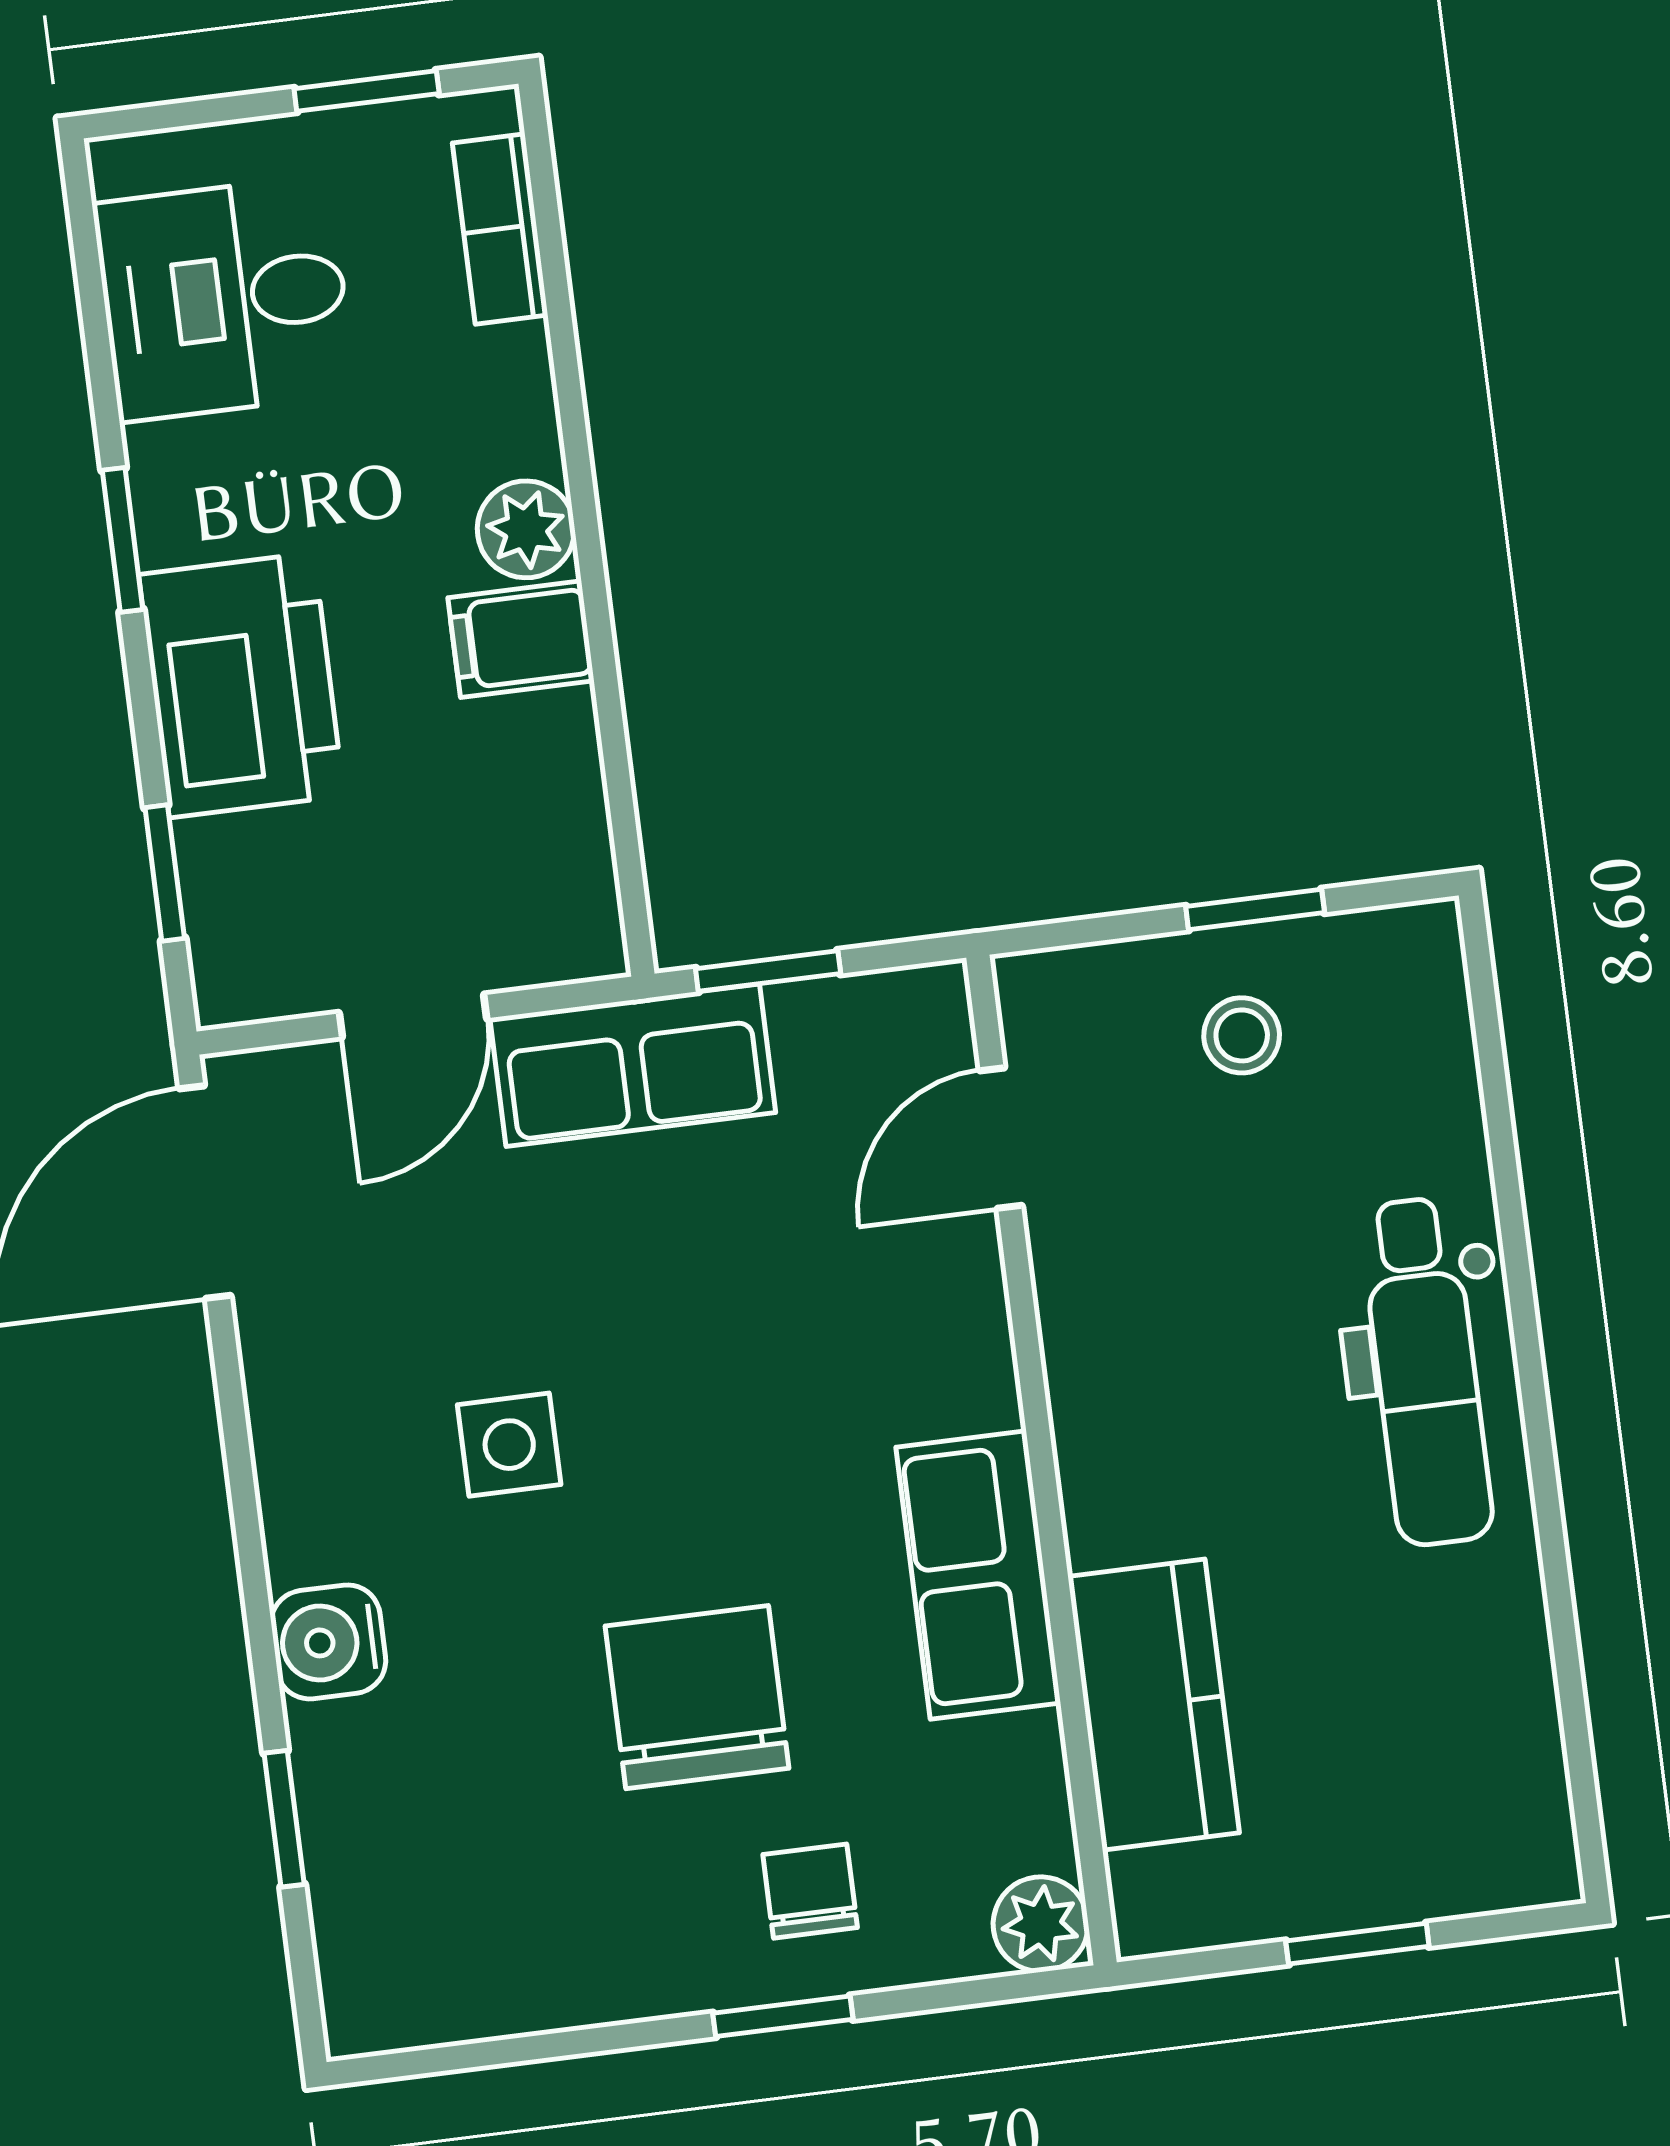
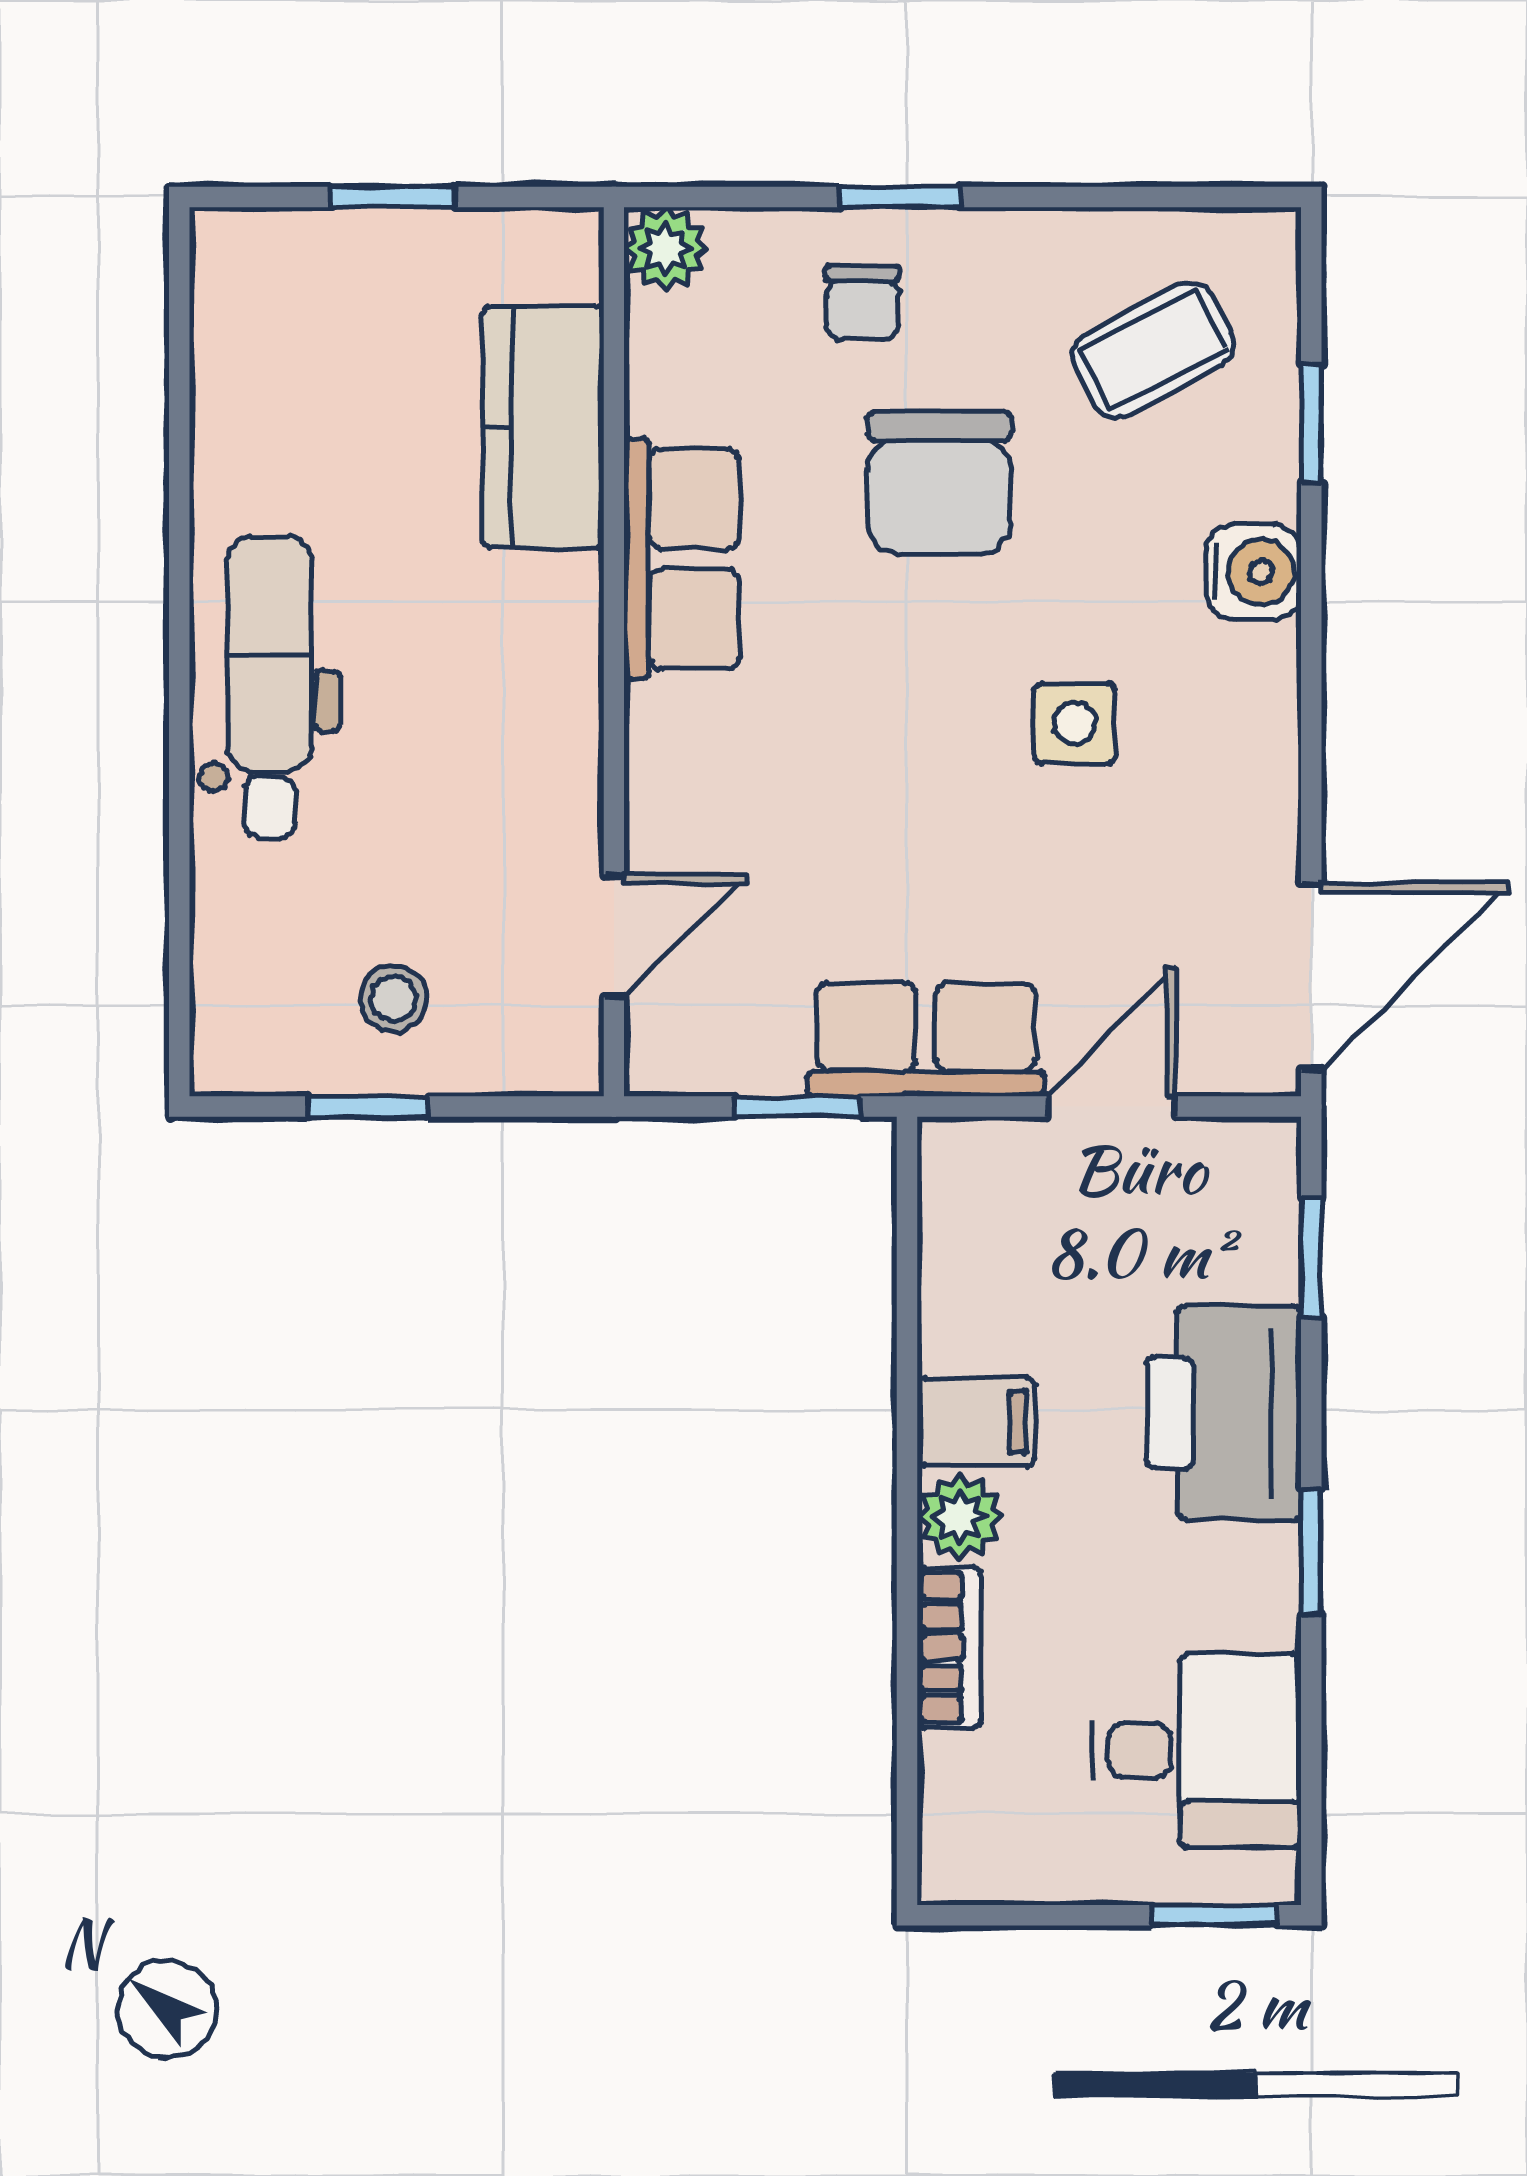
window: (367, 91) -> (1214, 1915), moved
bookcase: (500, 229) -> (949, 1648), moved
coffee table: (474, 1879) -> (1153, 350), added

